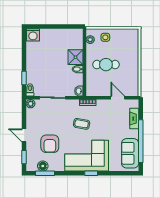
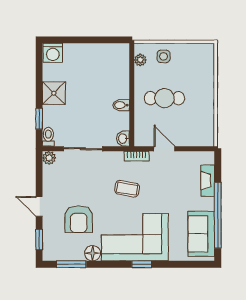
shower: (76, 57) -> (54, 93), moved
door: (118, 98) -> (164, 149), moved
floor lamp: (43, 166) -> (92, 253), moved

